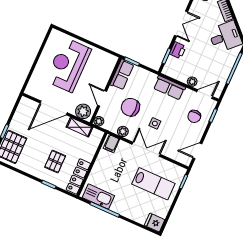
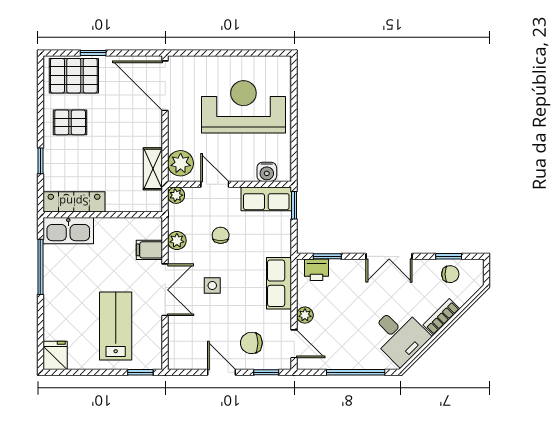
printer: (178, 50) -> (316, 270), moved
water cooler: (108, 68) -> (267, 172), added
door: (102, 98) -> (215, 184), hinge flipped
chair: (130, 107) -> (221, 235), width x0.54, depth x0.54
door: (54, 108) -> (165, 86), moved
filing cabinet: (111, 144) -> (149, 250), moved
door: (197, 151) -> (221, 372), moved
pallet: (55, 161) -> (70, 122), moved
lab bench: (153, 184) -> (116, 326), turned 180
kitchen sink: (98, 197) -> (68, 231), moved, turned 90

